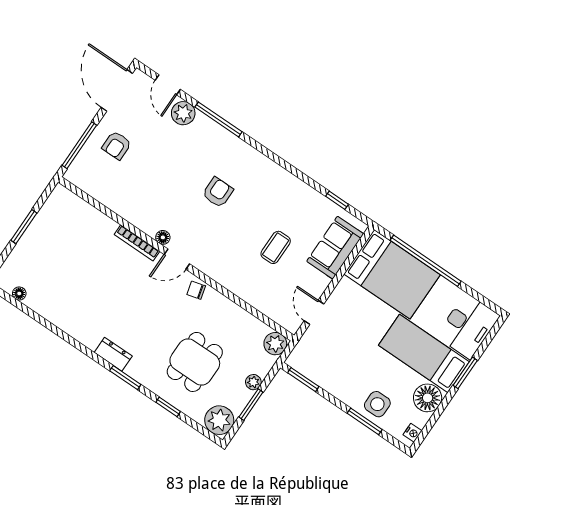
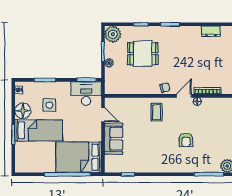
coffee table: (276, 247) -> (157, 112), moved
sofa: (335, 248) -> (114, 139), moved
desk: (468, 326) -> (86, 94), moved, turned 90
plant: (275, 344) -> (111, 88), removed
dresser: (113, 354) -> (211, 31), moved
dining table: (195, 362) -> (143, 54), turned 90
side table: (377, 404) -> (49, 105), moved

